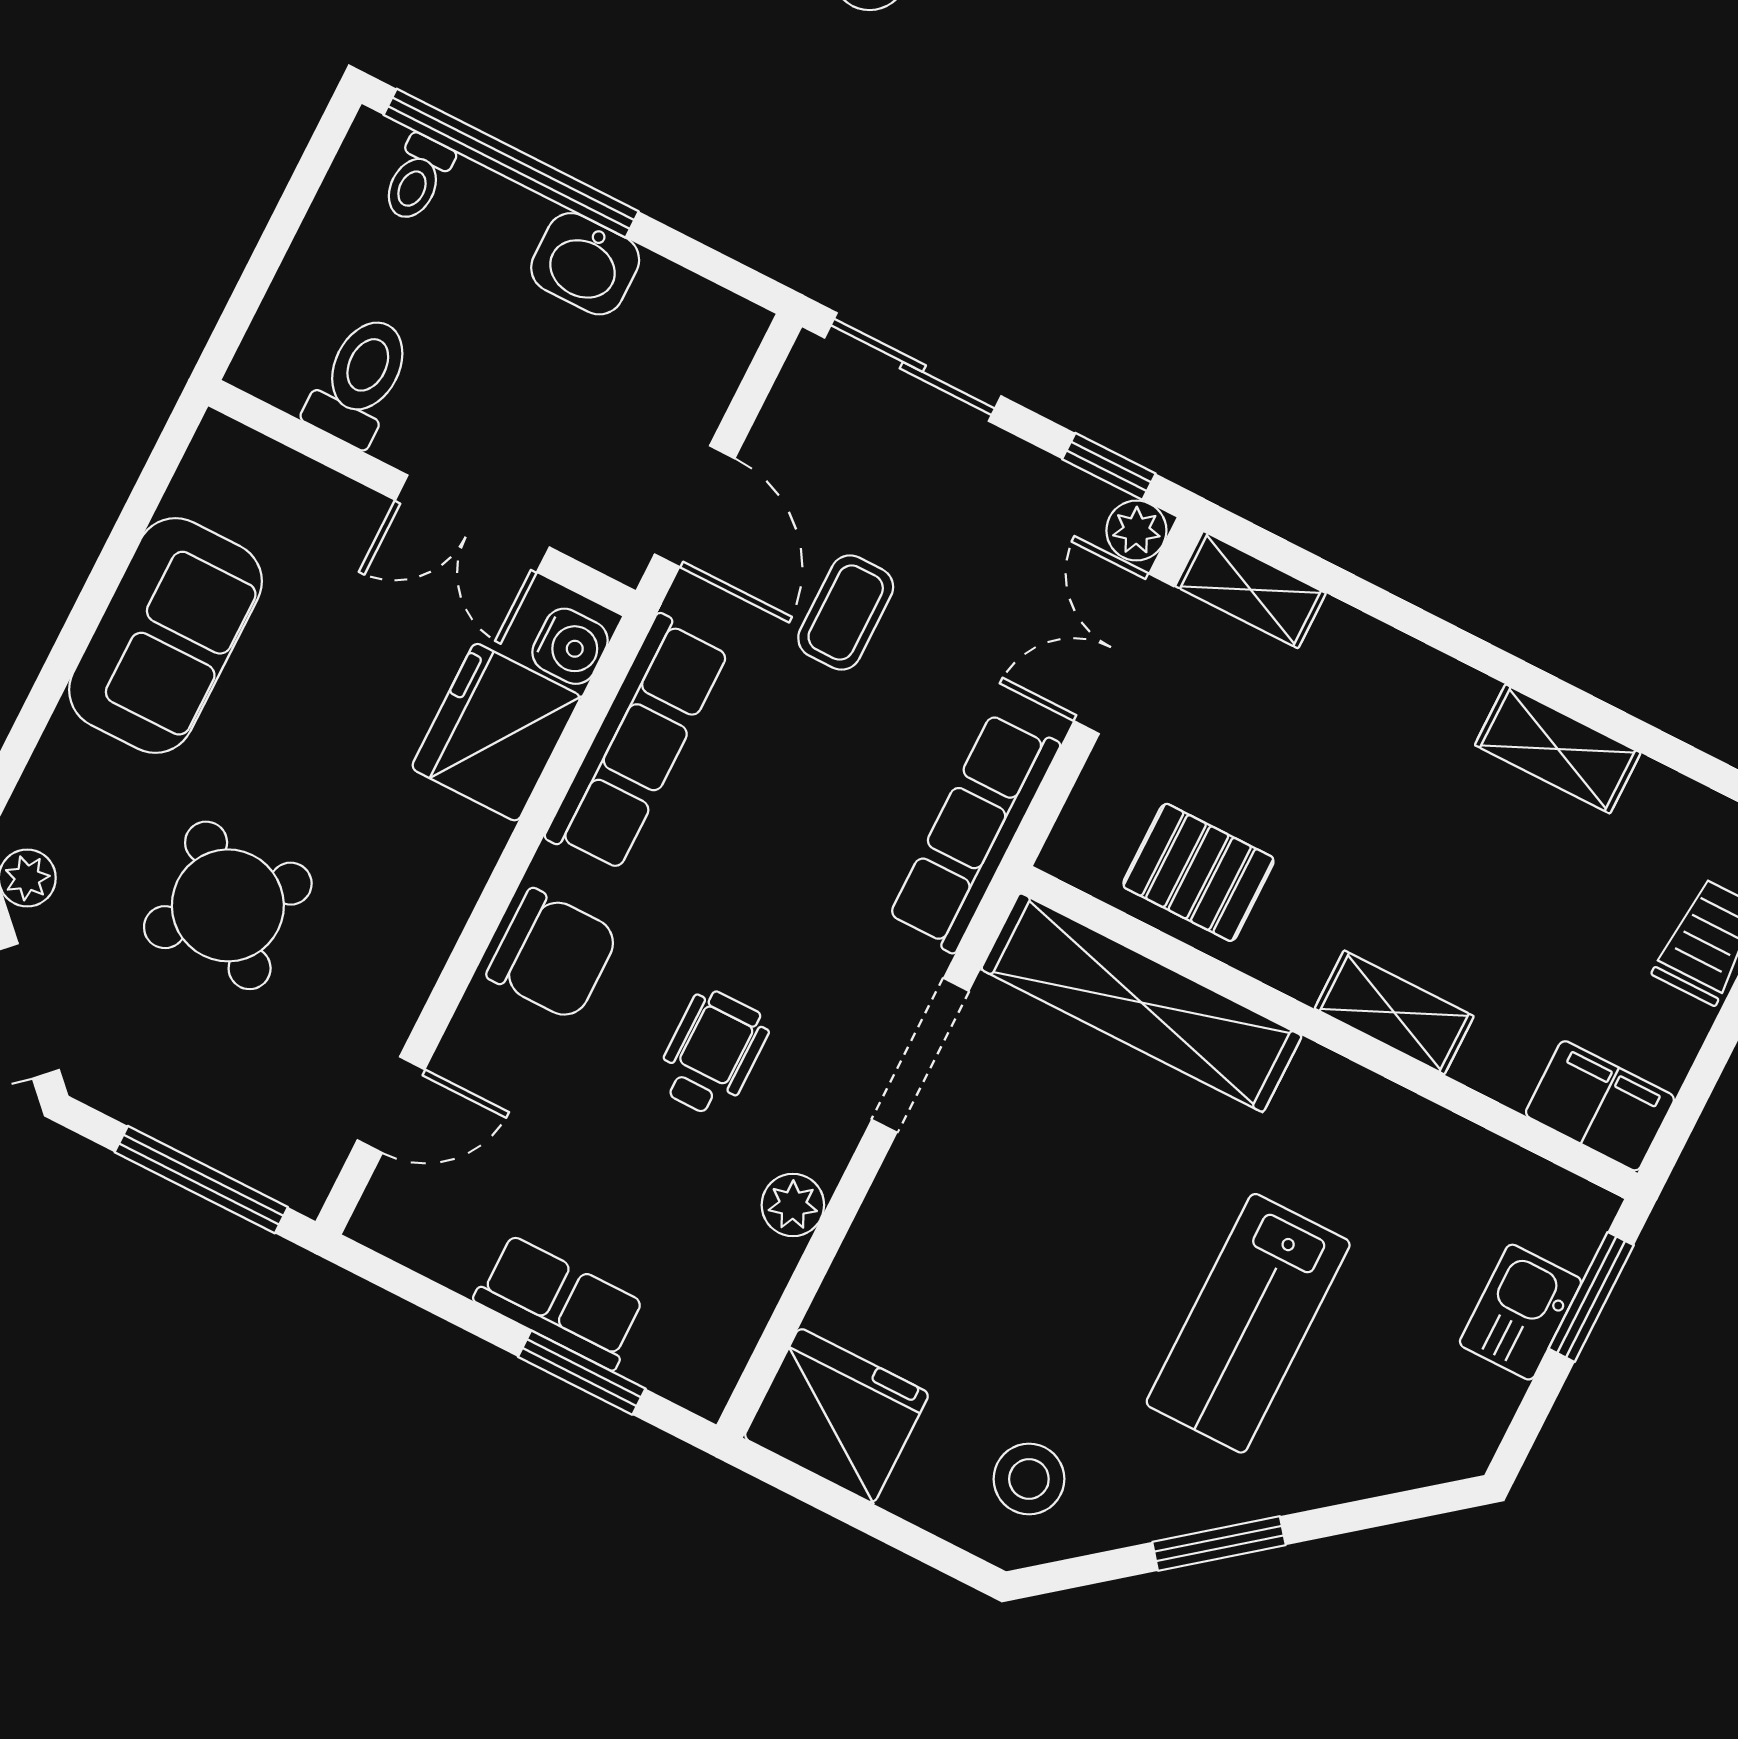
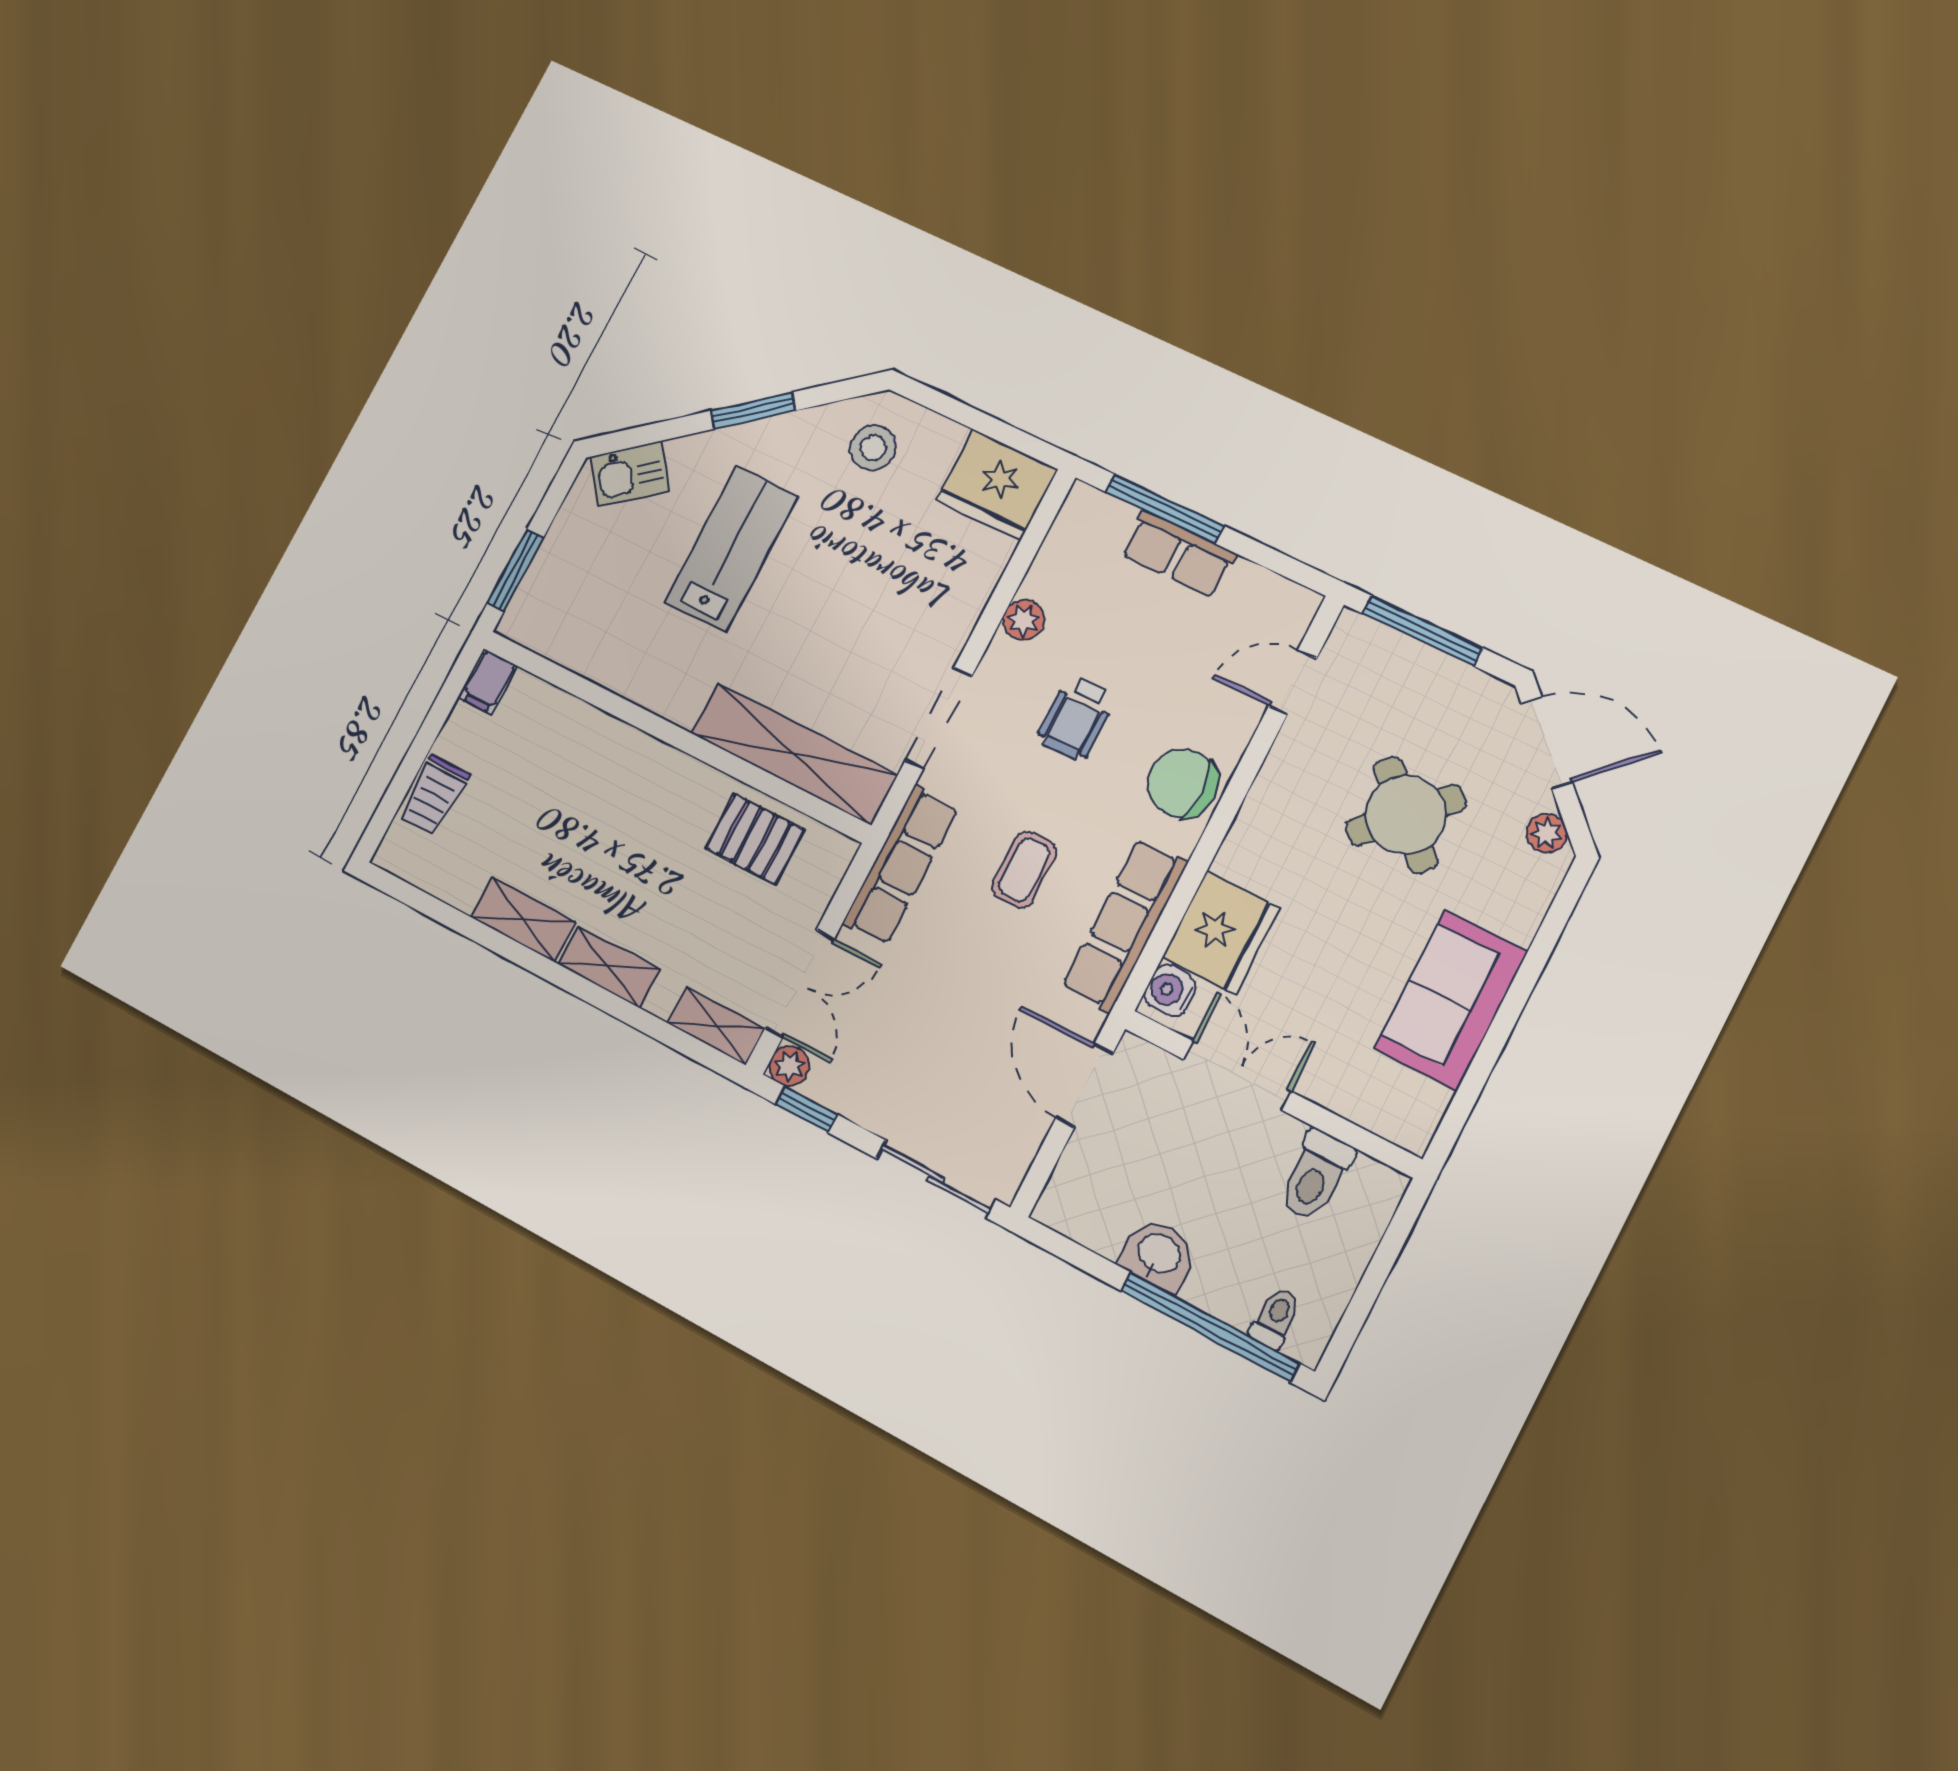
coffee table: (846, 613) -> (1024, 870), moved
shelving: (1394, 1012) -> (608, 967), moved
filing cabinet: (1600, 1106) -> (488, 682), width x0.50
kitchen sink: (1520, 1312) -> (630, 474), moved, turned 52
window: (582, 1373) -> (1164, 509), width x1.44

